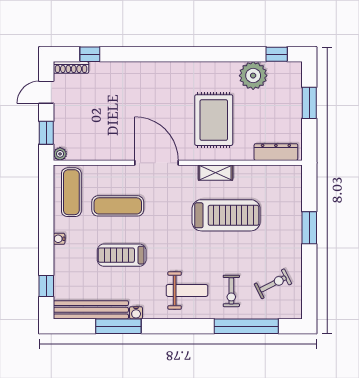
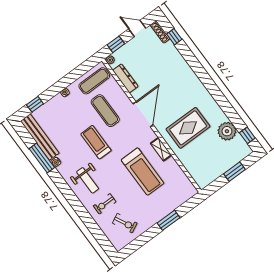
dresser: (276, 152) -> (125, 78), moved
treadmill: (122, 255) -> (96, 142), moved
window: (246, 326) -> (92, 226), removed

